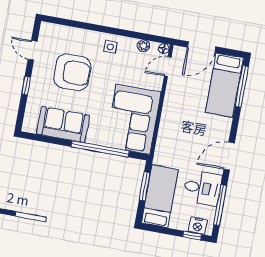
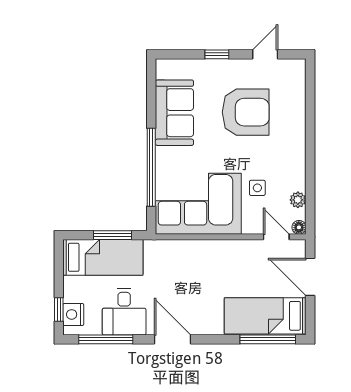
side table: (110, 47) -> (257, 188), moved
armchair: (72, 72) -> (246, 112), turned -90

